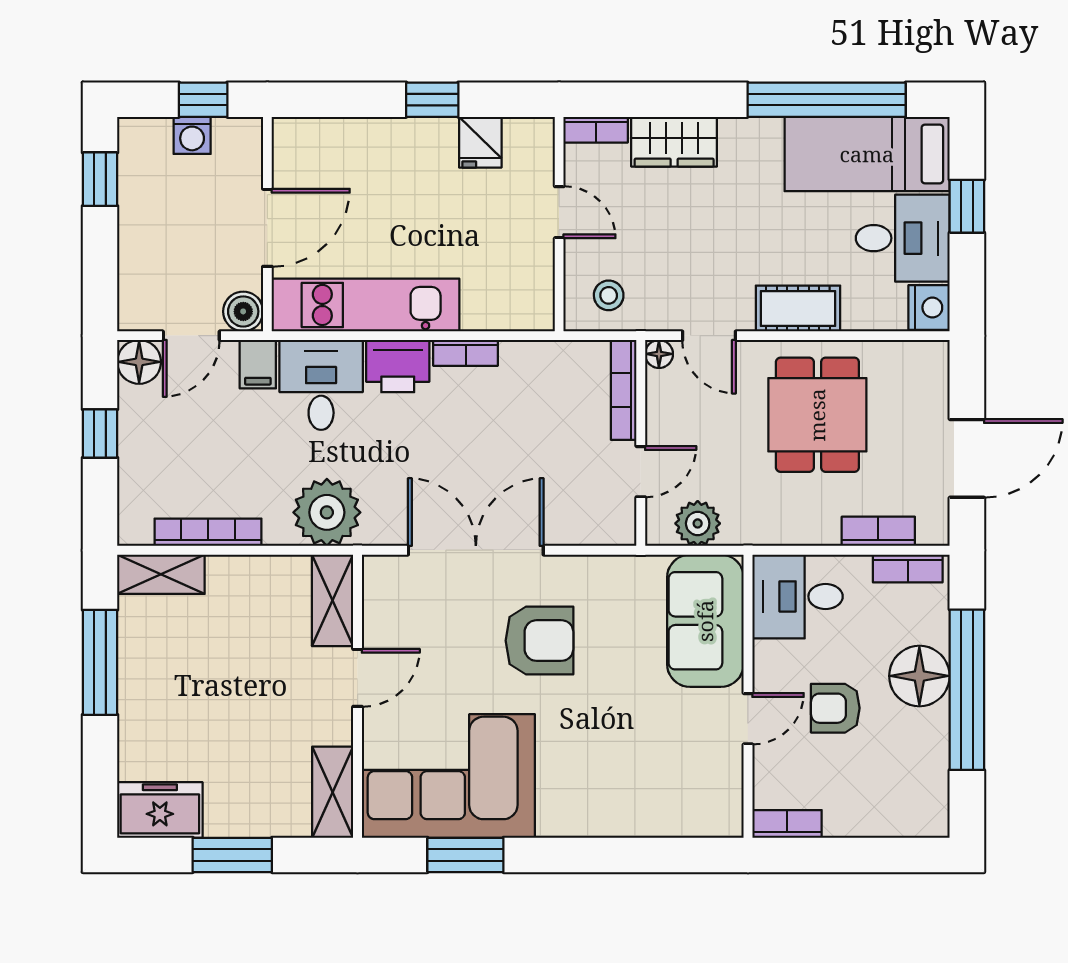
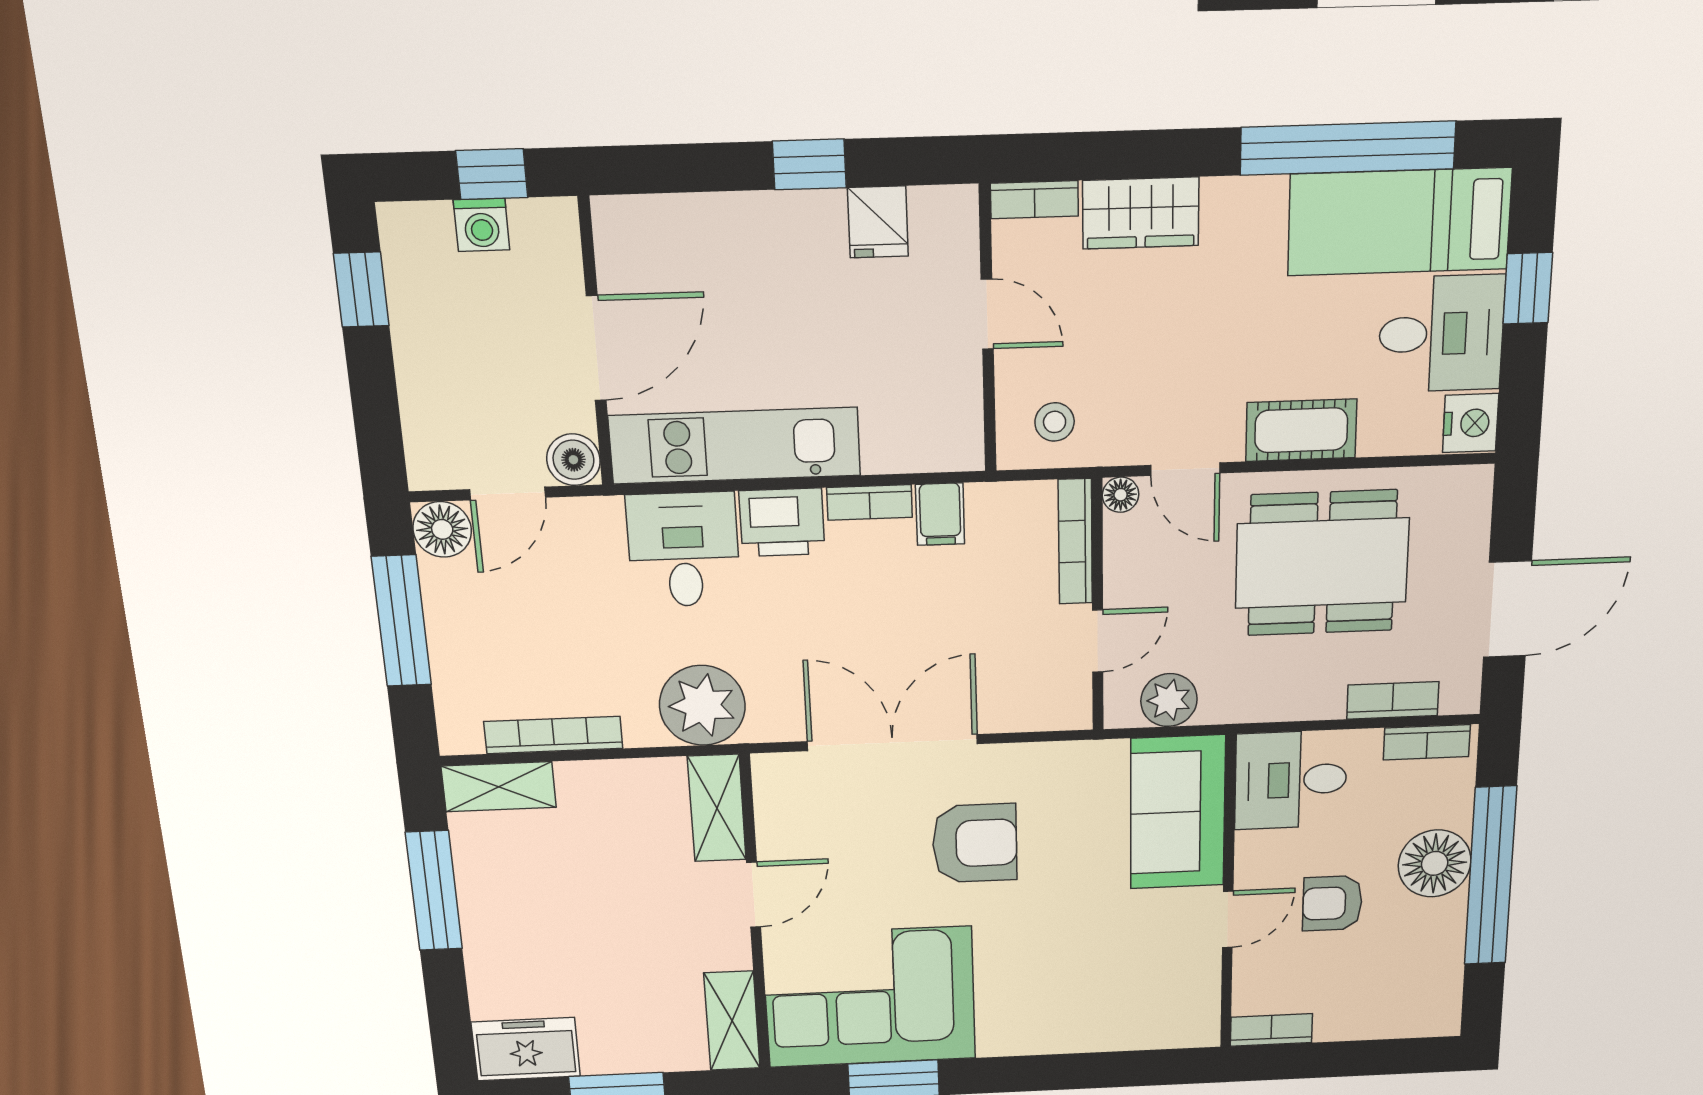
filing cabinet: (258, 364) -> (940, 514), moved
dining table: (817, 415) -> (1322, 563), width x1.38
window: (100, 434) -> (401, 621), width x2.17

